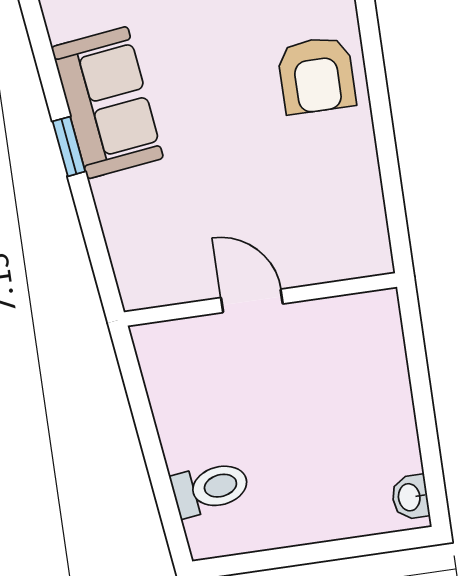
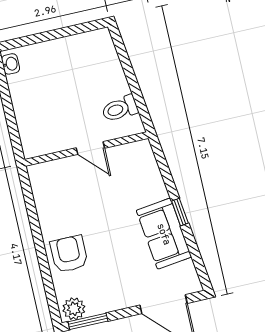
toilet: (210, 488) -> (120, 109), moved

